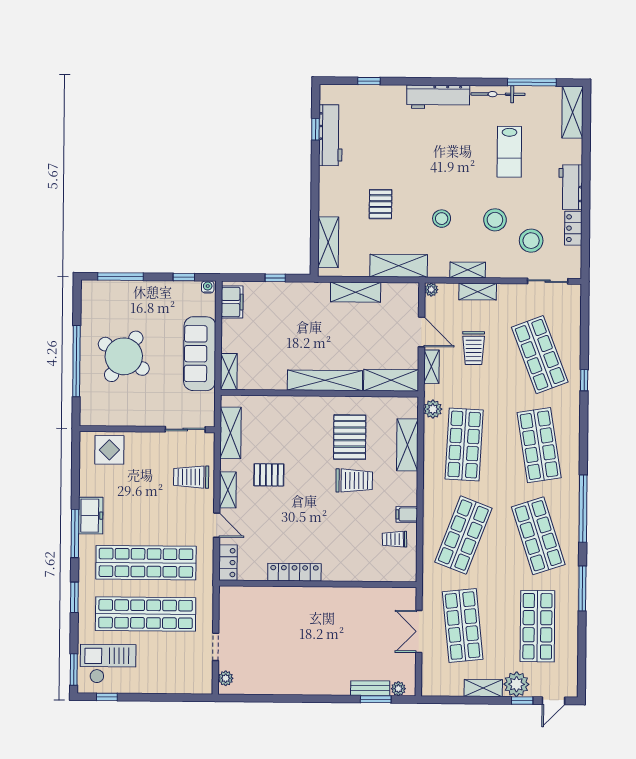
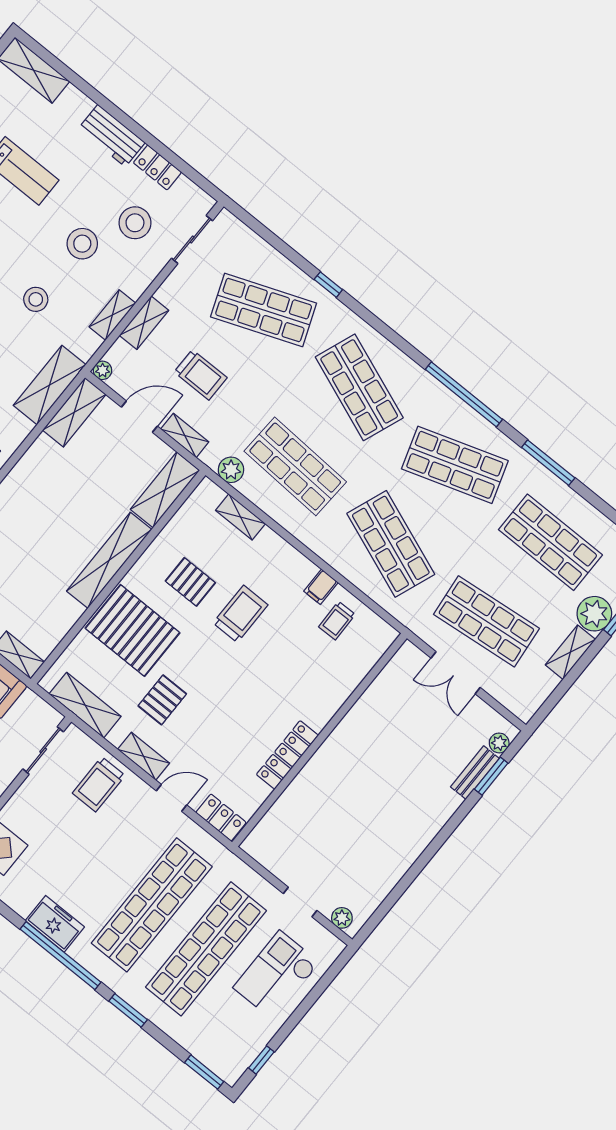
shelving: (356, 292) -> (74, 412), moved
pallet: (295, 426) -> (132, 630), added
pallet: (350, 437) -> (190, 582), width x0.67, depth x0.71
shelving: (407, 445) -> (240, 517), width x0.67, depth x0.75
shop shelf: (539, 445) -> (359, 387), turned 30
window: (75, 533) -> (60, 956), width x1.46
checkout: (108, 664) -> (276, 975), moved

